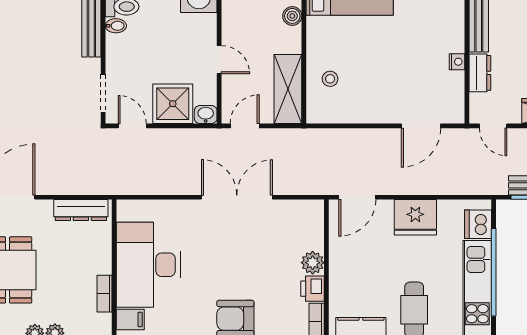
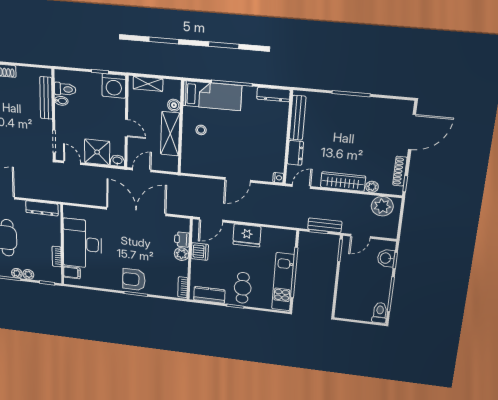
nightstand: (457, 62) -> (278, 178), moved
stool: (330, 79) -> (201, 130), moved
shelving: (288, 89) -> (170, 134), moved
door: (421, 126) -> (238, 180), moved
door: (493, 126) -> (301, 186), swing flipped
double door: (237, 197) -> (136, 211), width x1.36
dishwasher: (478, 224) -> (200, 251), moved, turned 180
printer: (312, 289) -> (182, 239), moved

